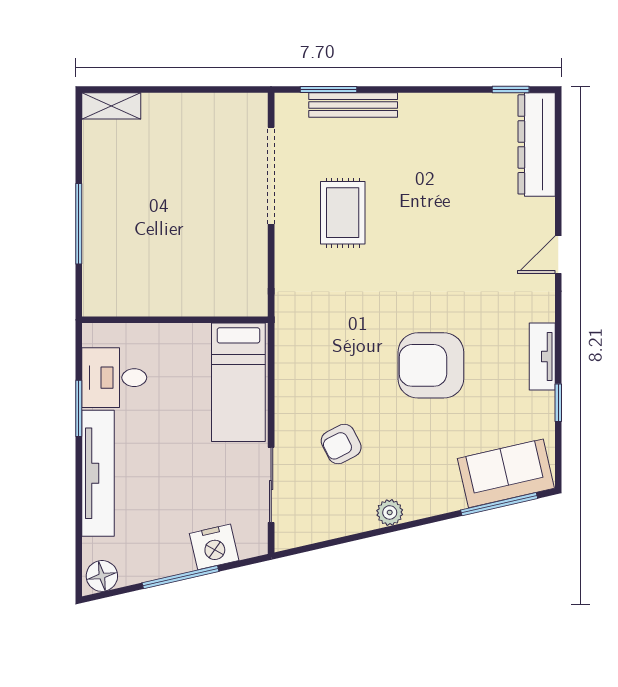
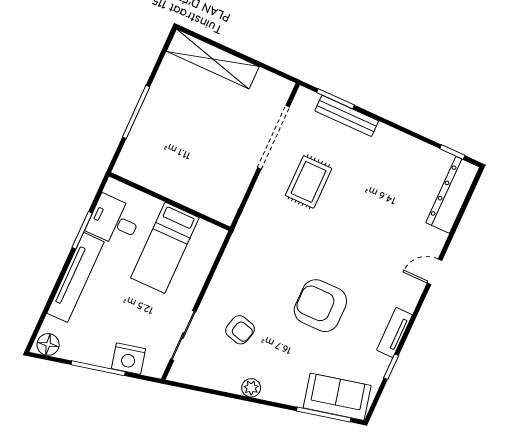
shelving: (111, 106) -> (213, 59), width x2.20, depth x1.33
bed: (238, 382) -> (165, 248), moved
armchair: (341, 444) -> (240, 330), turned -138

